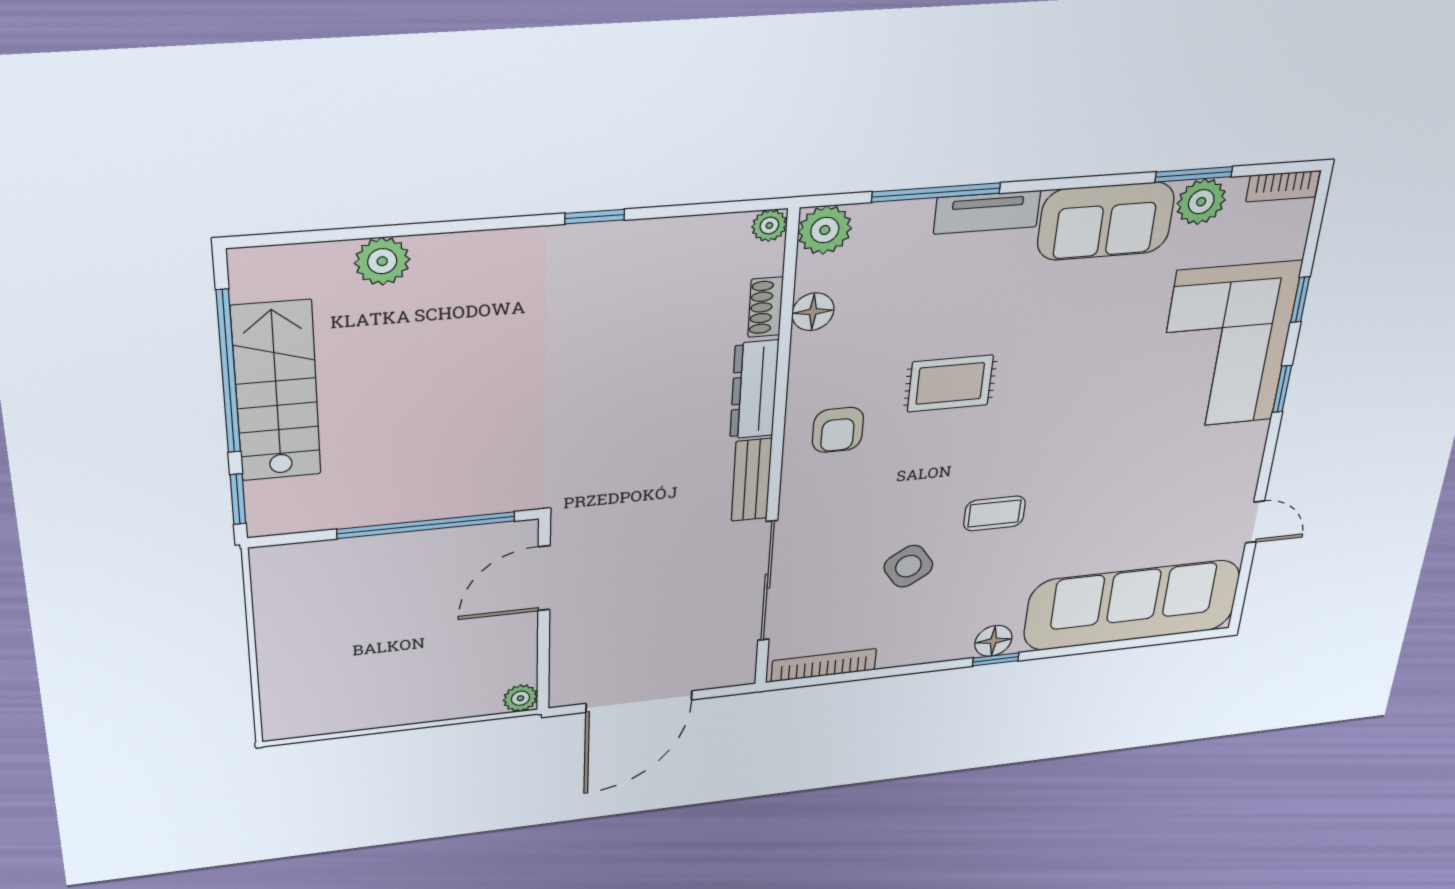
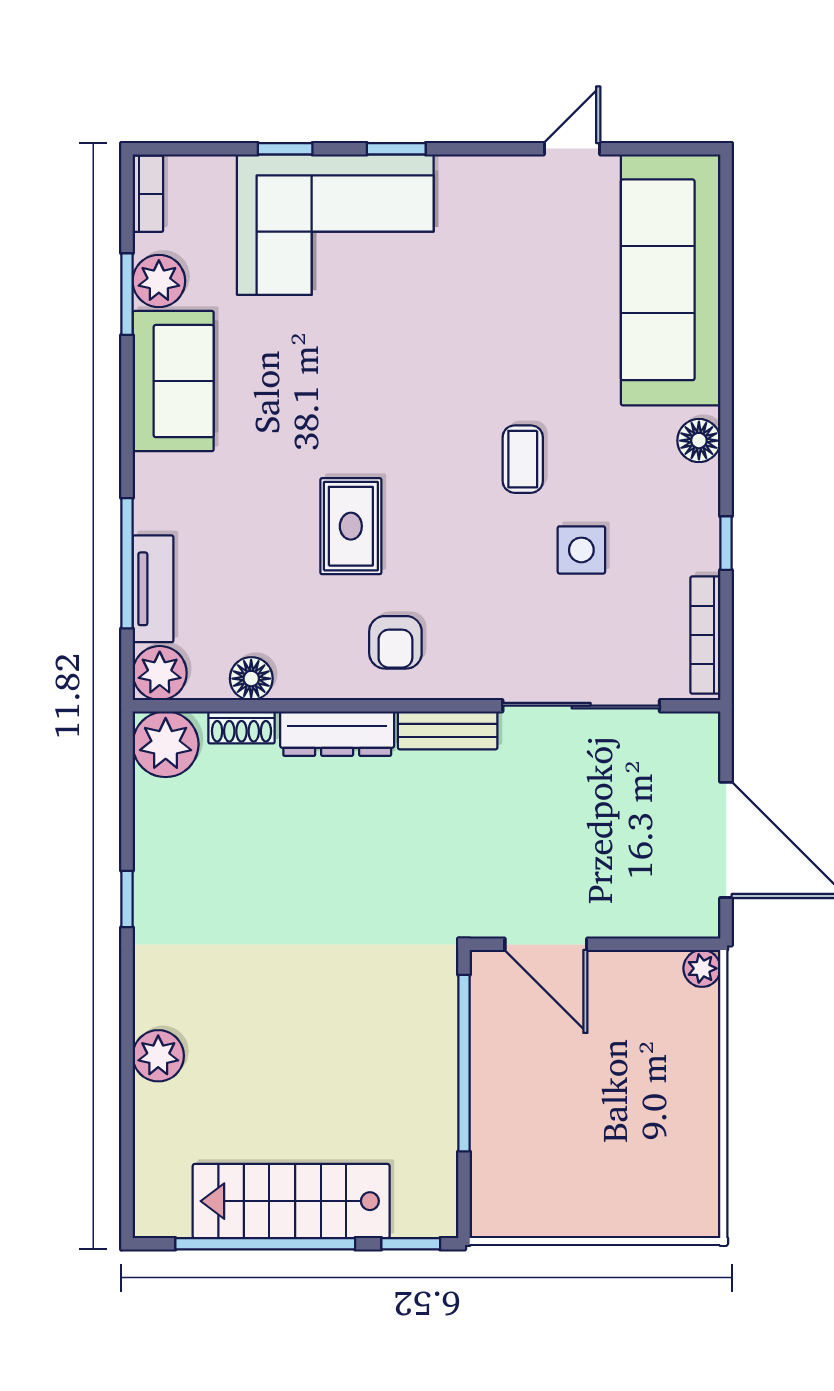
tv unit: (987, 212) -> (153, 589), moved
plant: (769, 226) -> (166, 744), width x1.87, depth x1.87
plant: (382, 261) -> (158, 1056), moved
armchair: (838, 430) -> (395, 642), turned 90
side table: (908, 566) -> (581, 550), turned 34
window: (996, 659) -> (726, 543), moved

